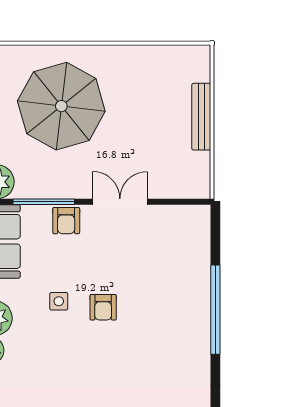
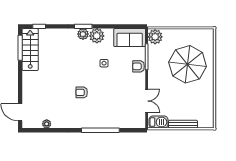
barbecue: (196, 174) -> (158, 122), added
double door: (120, 202) -> (147, 101), moved
armchair: (103, 307) -> (82, 92), moved

